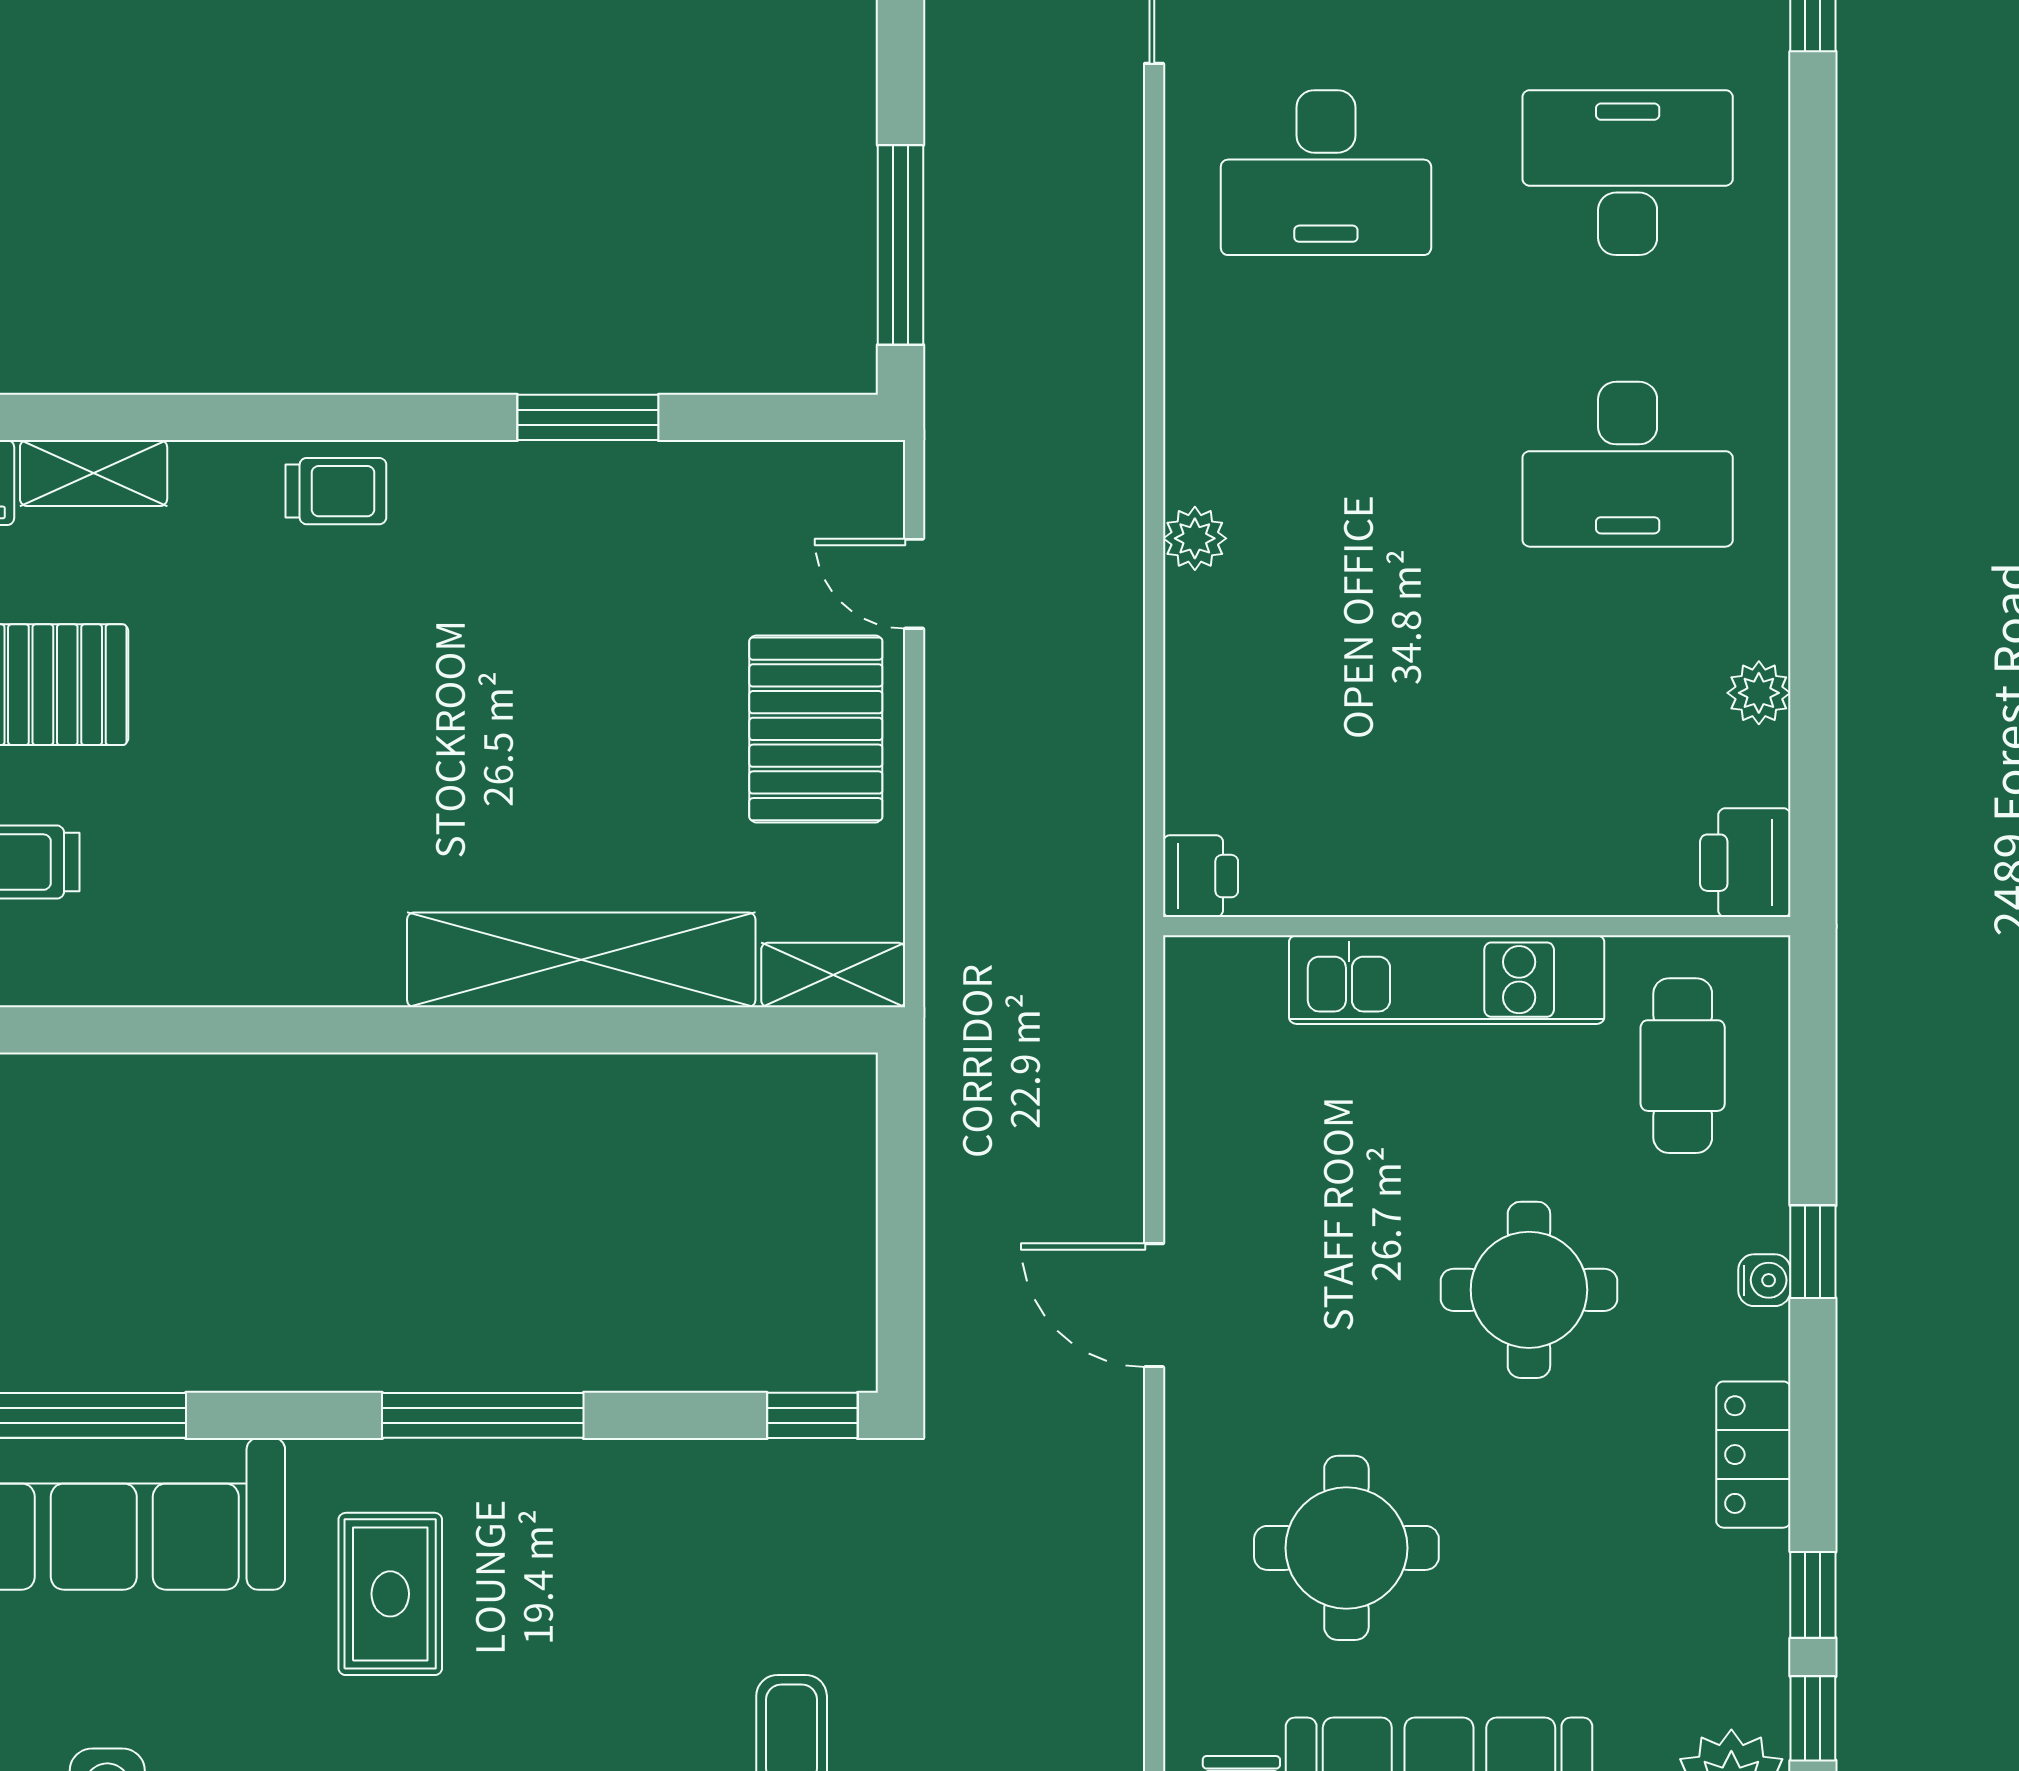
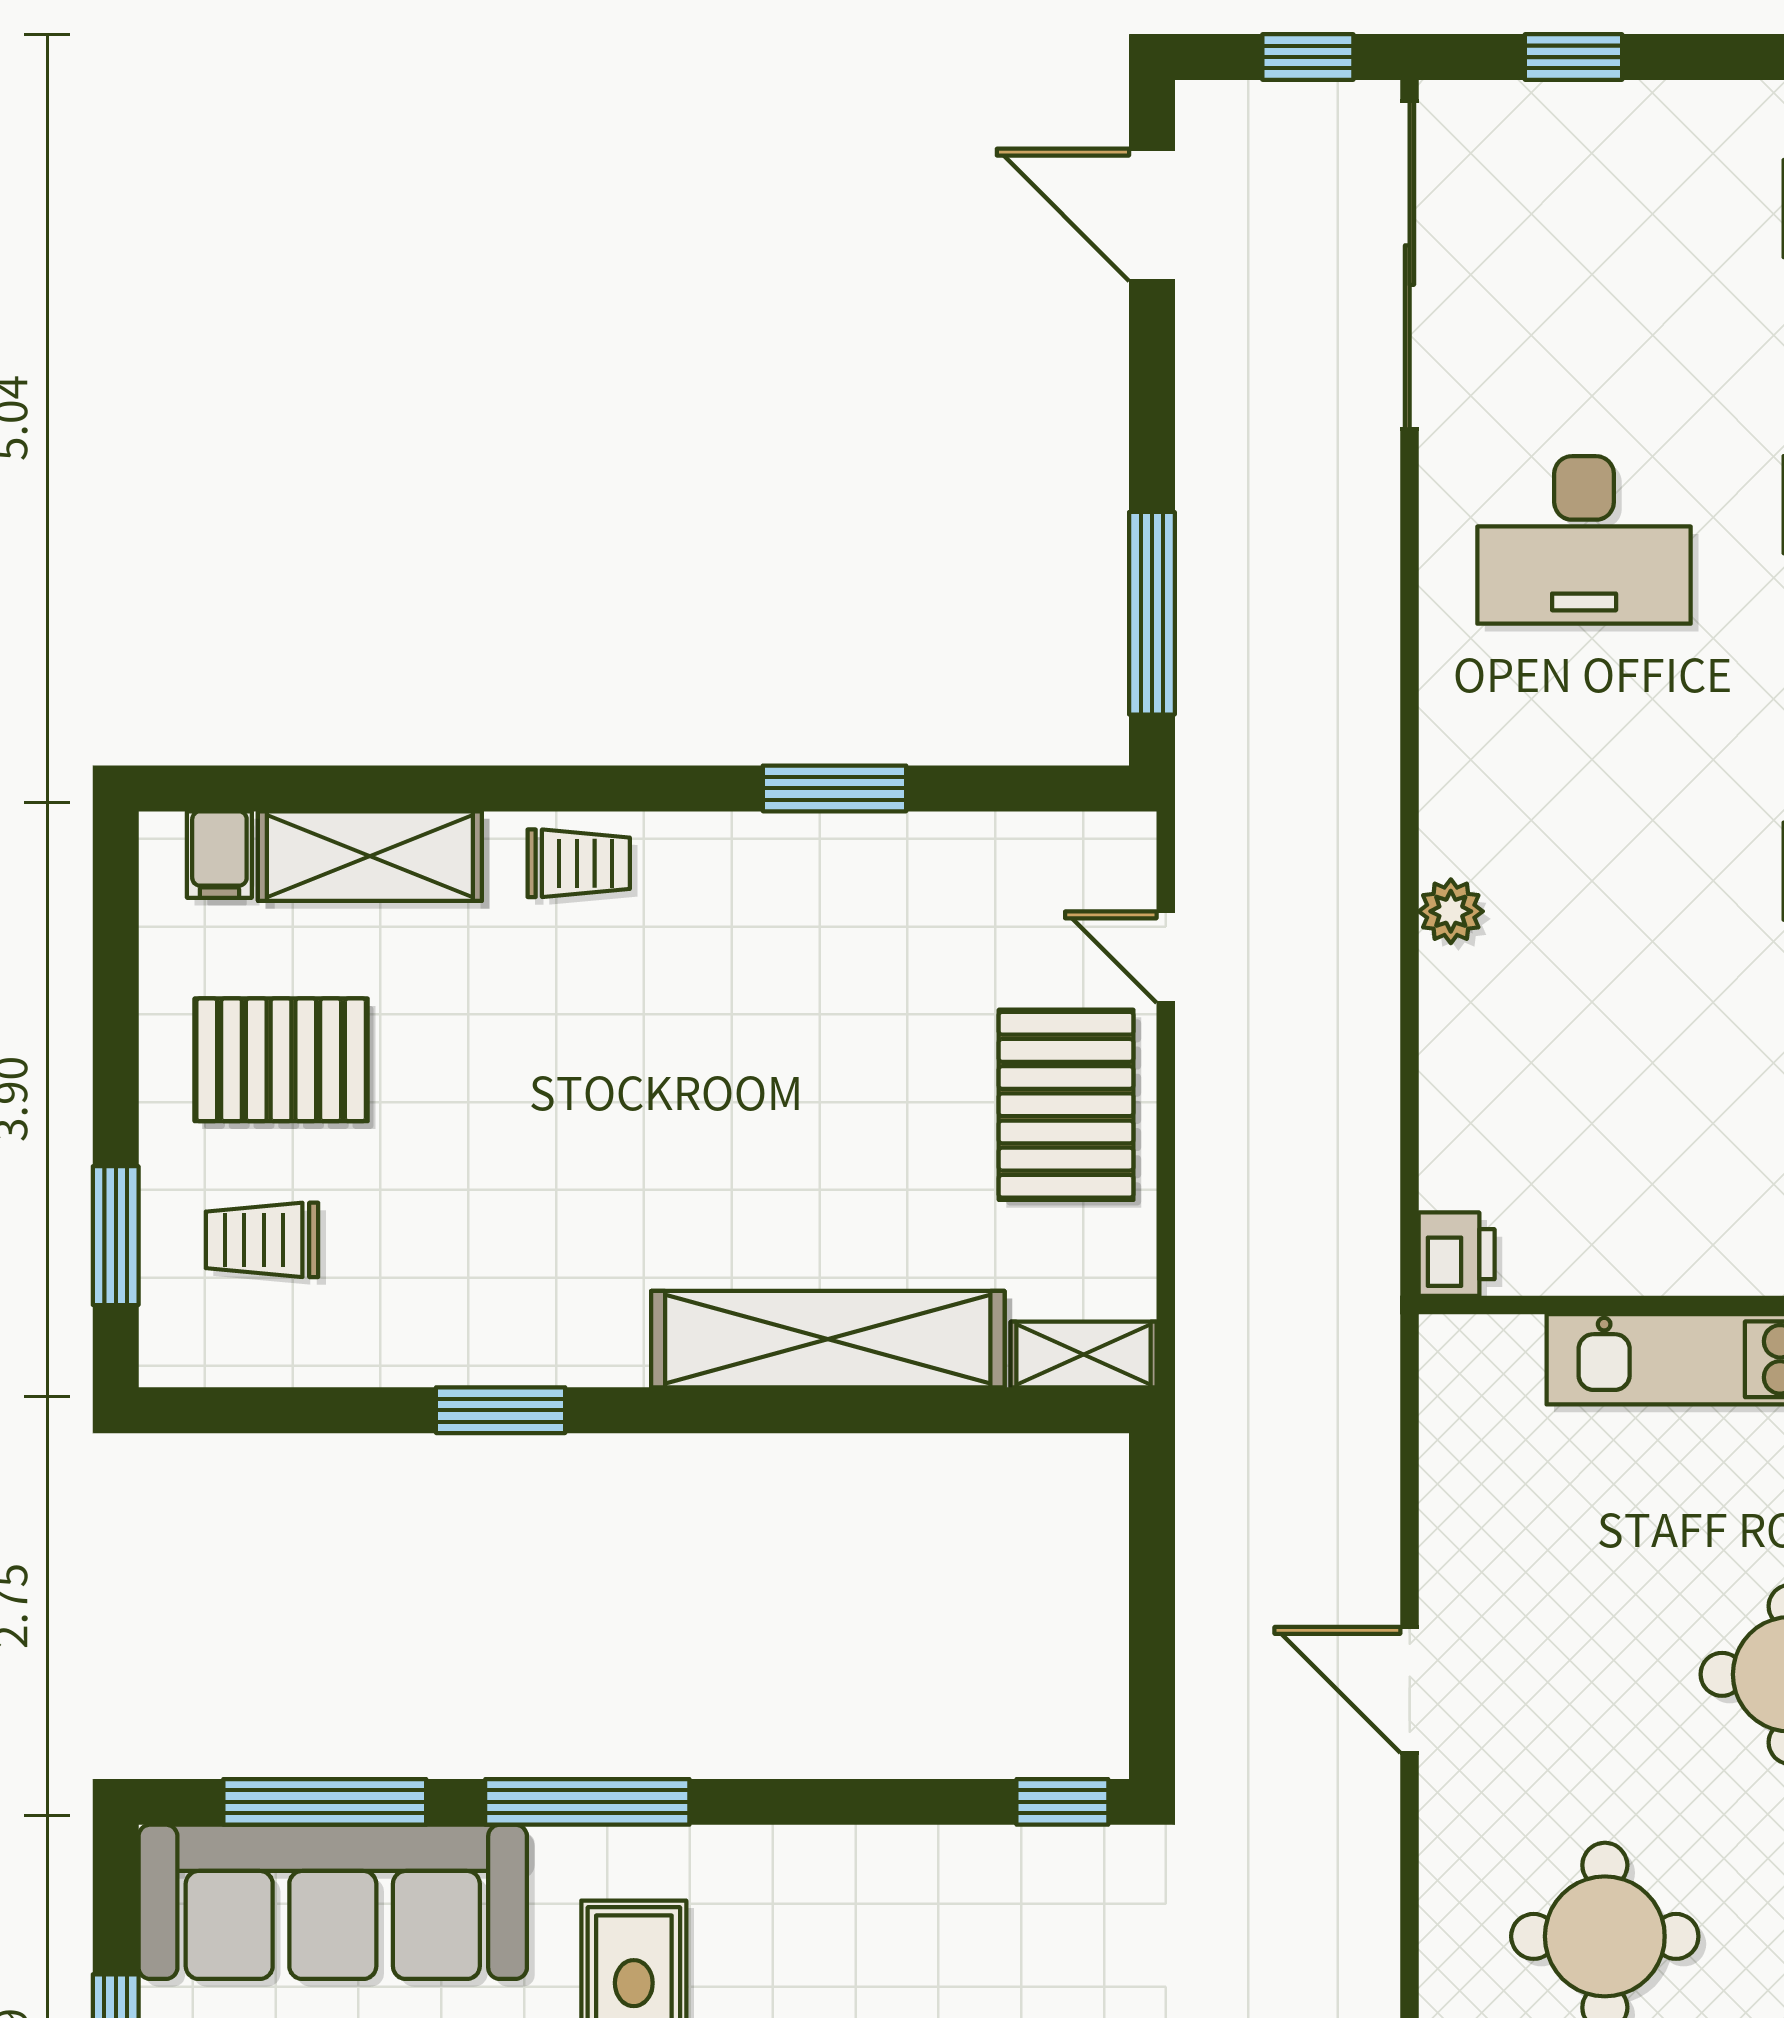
shelving: (94, 473) -> (370, 856), width x1.50, depth x1.33
window: (259, 1030) -> (501, 1410), added
window: (483, 1415) -> (587, 1802), moved

